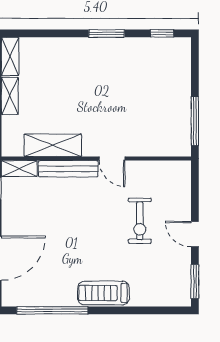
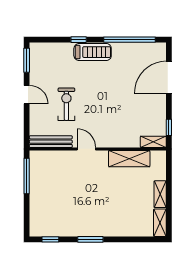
bench: (68, 169) -> (51, 142), moved
window: (123, 310) -> (79, 40), added

